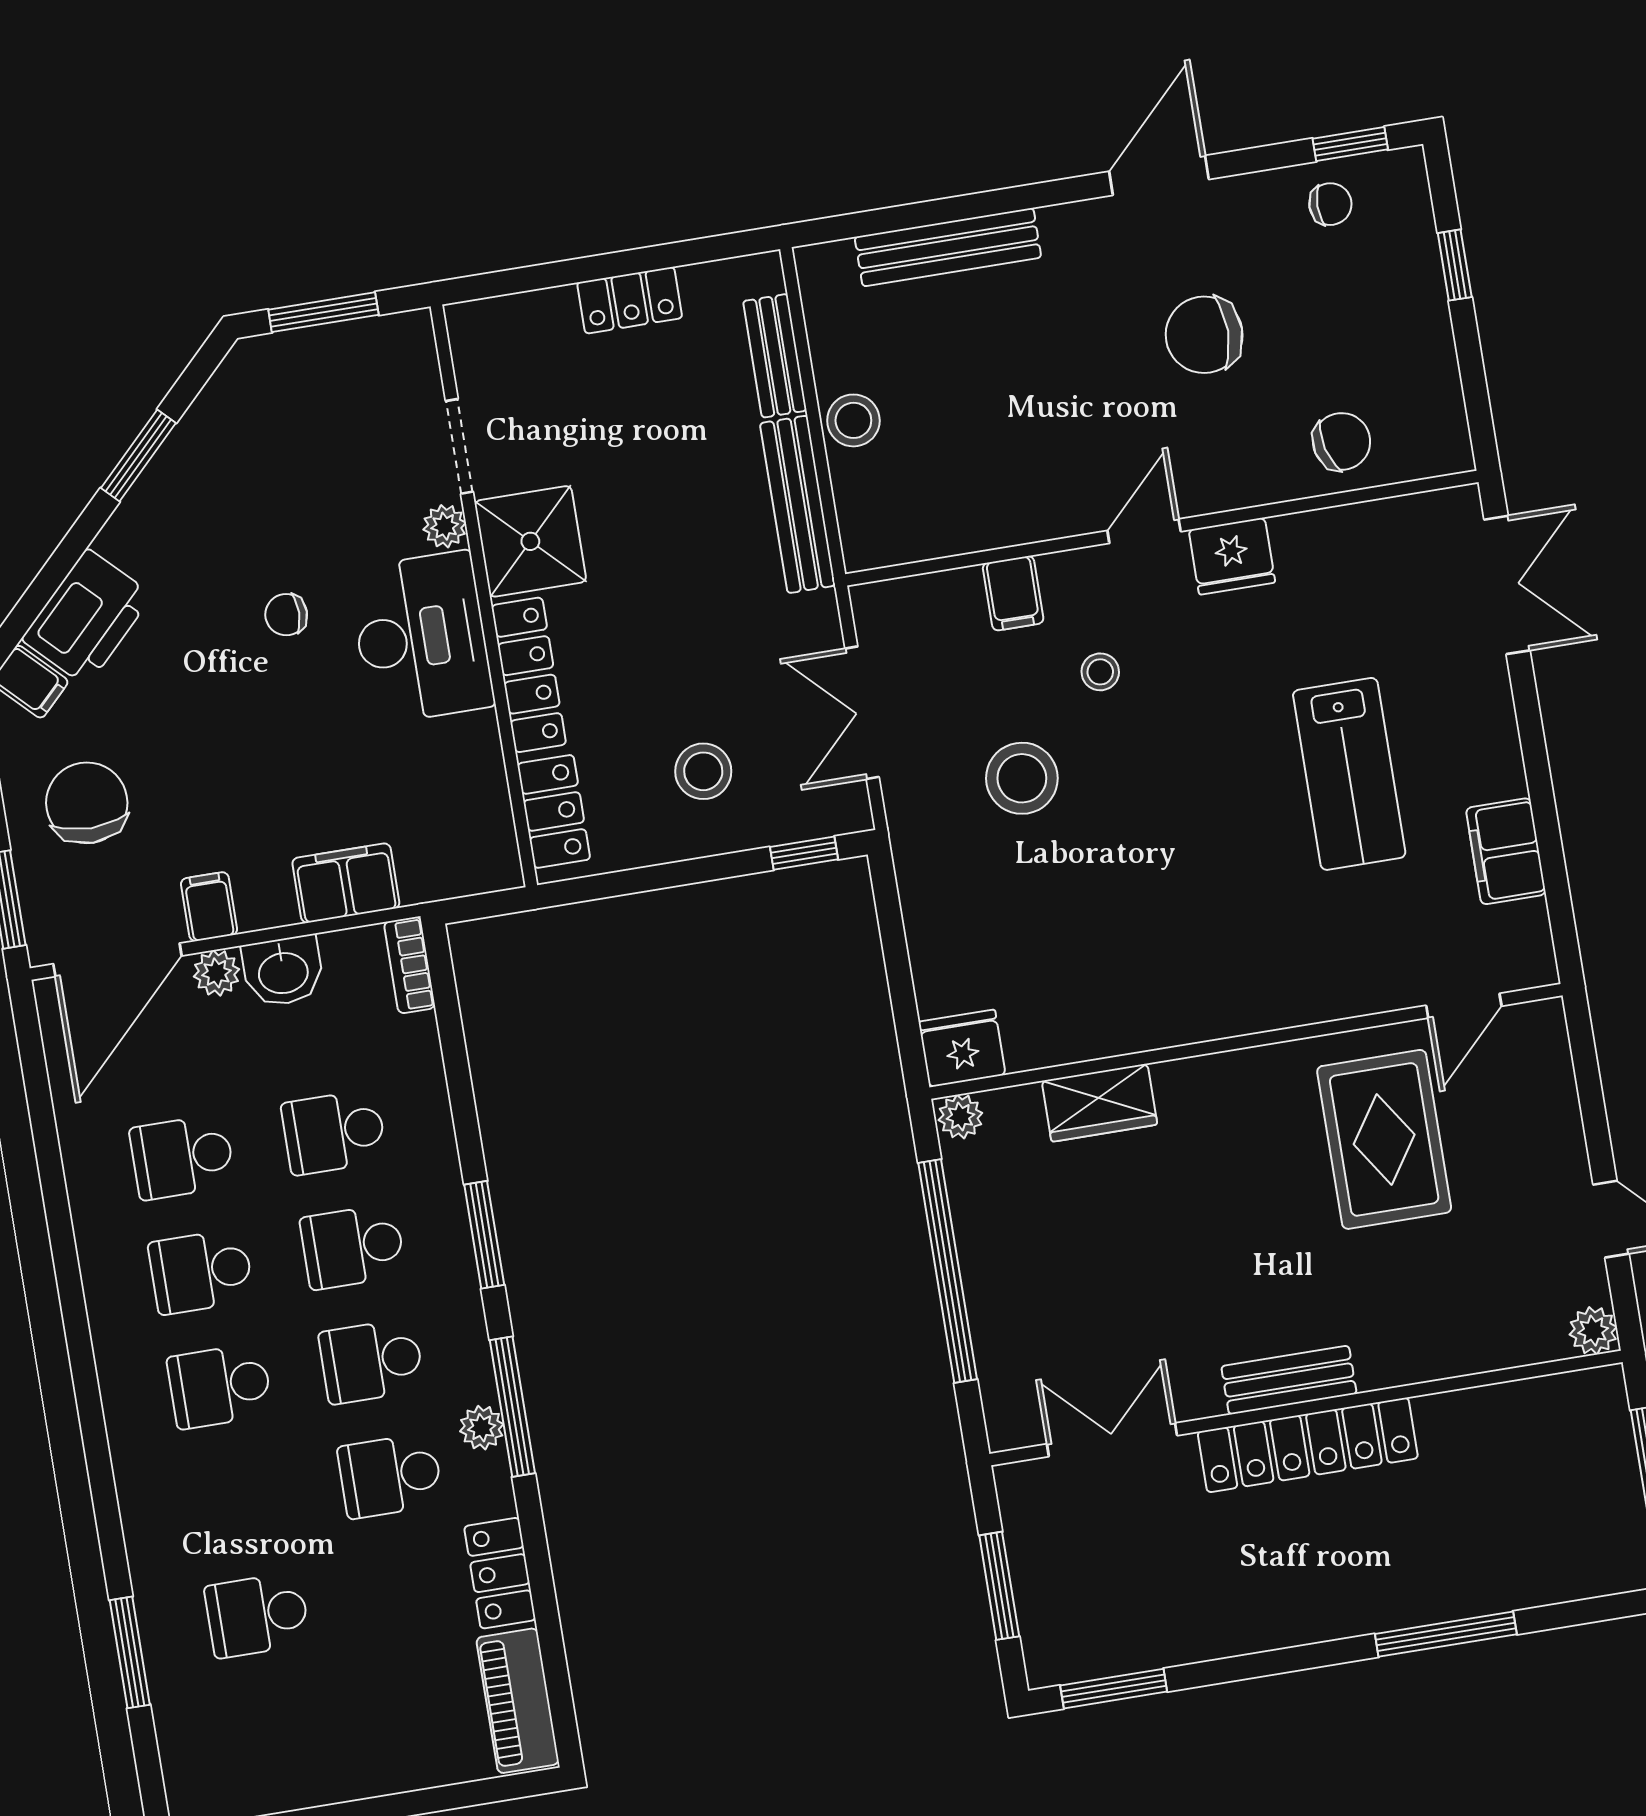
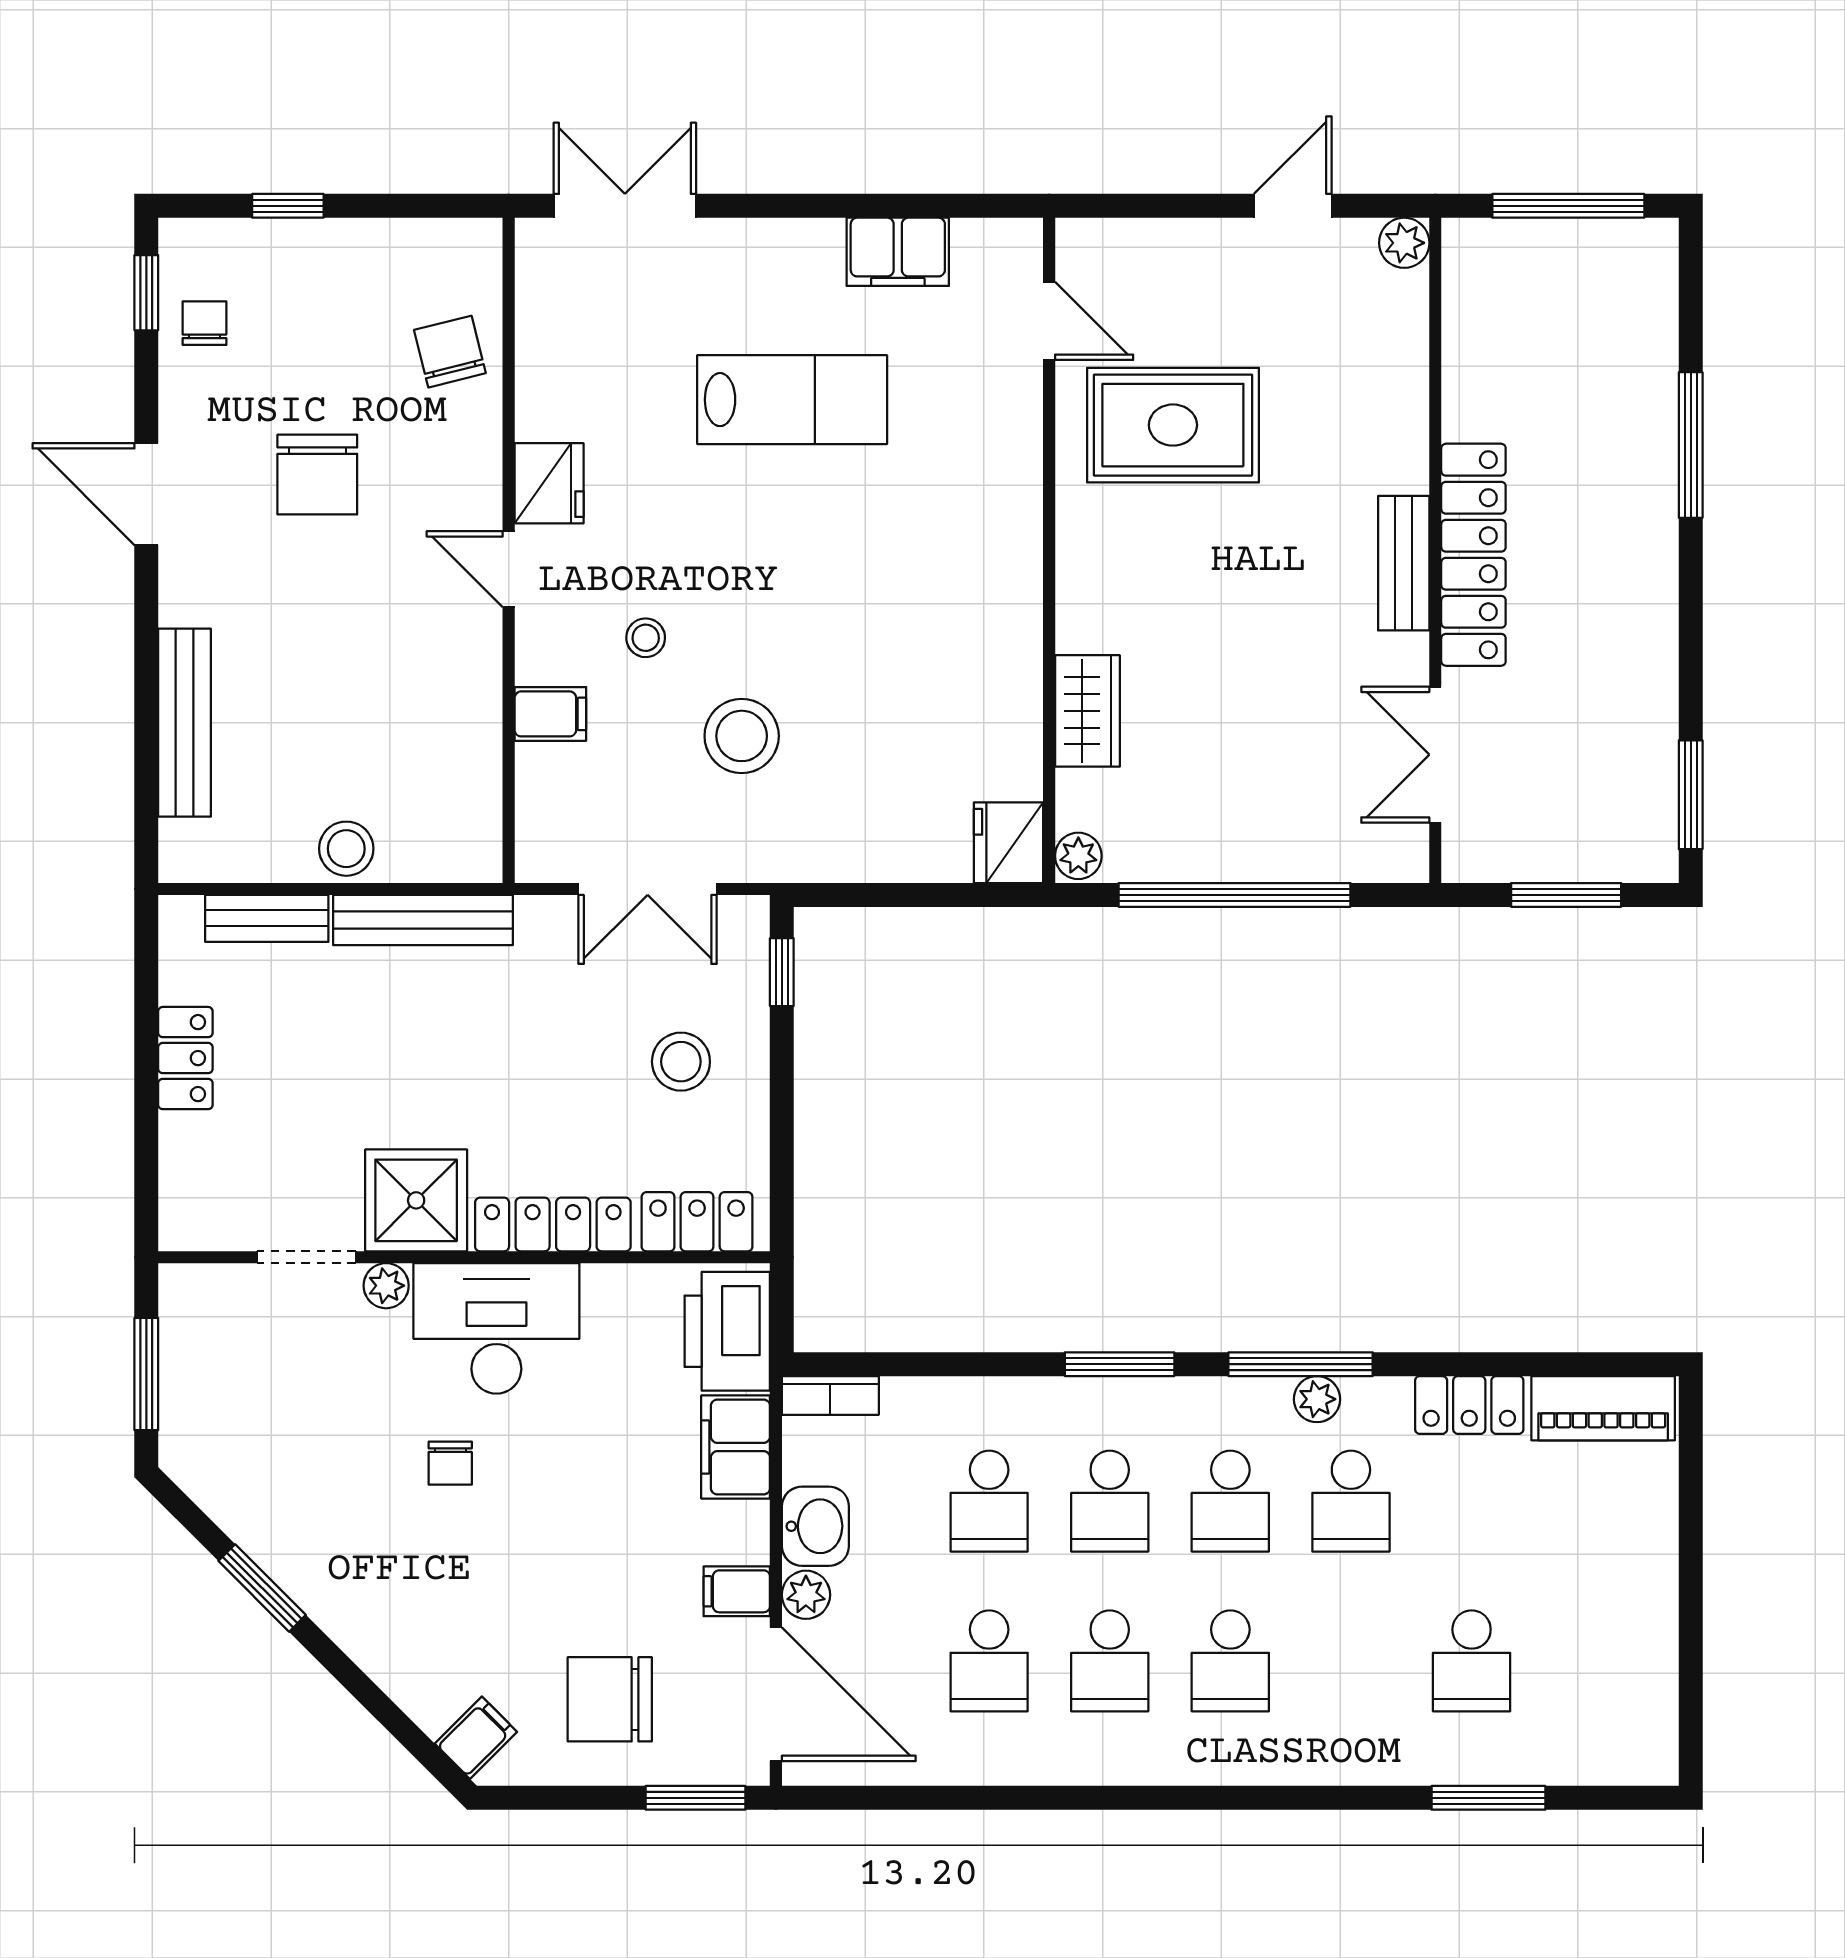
printer: (87, 617) -> (727, 1331), moved, turned -135

